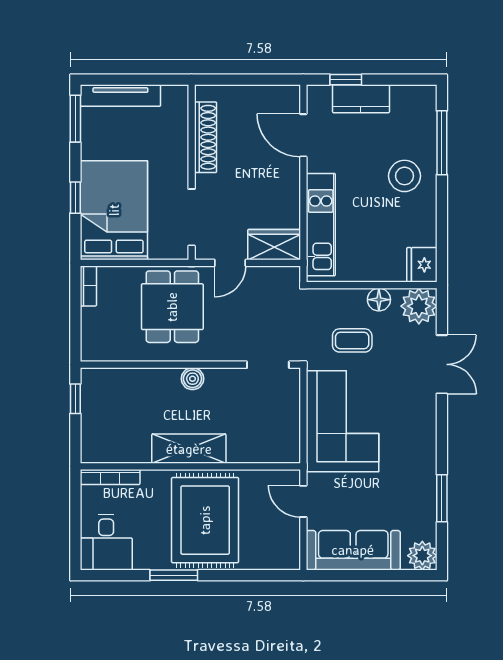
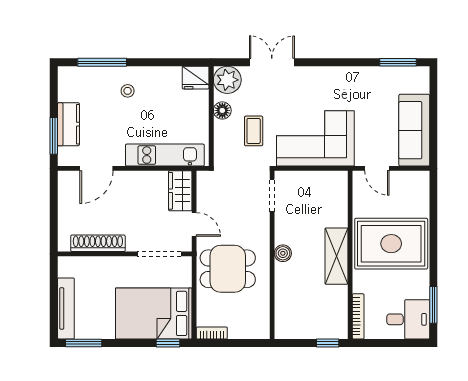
window: (346, 80) -> (54, 136), width x1.50
stool: (404, 176) -> (128, 91), width x0.53, depth x0.53
window: (75, 198) -> (168, 343), moved
window: (75, 399) -> (328, 343), moved
window: (442, 498) -> (398, 62), moved
door: (303, 501) -> (377, 168), hinge flipped
plant: (422, 556) -> (418, 77), removed
window: (174, 575) -> (433, 305), moved

